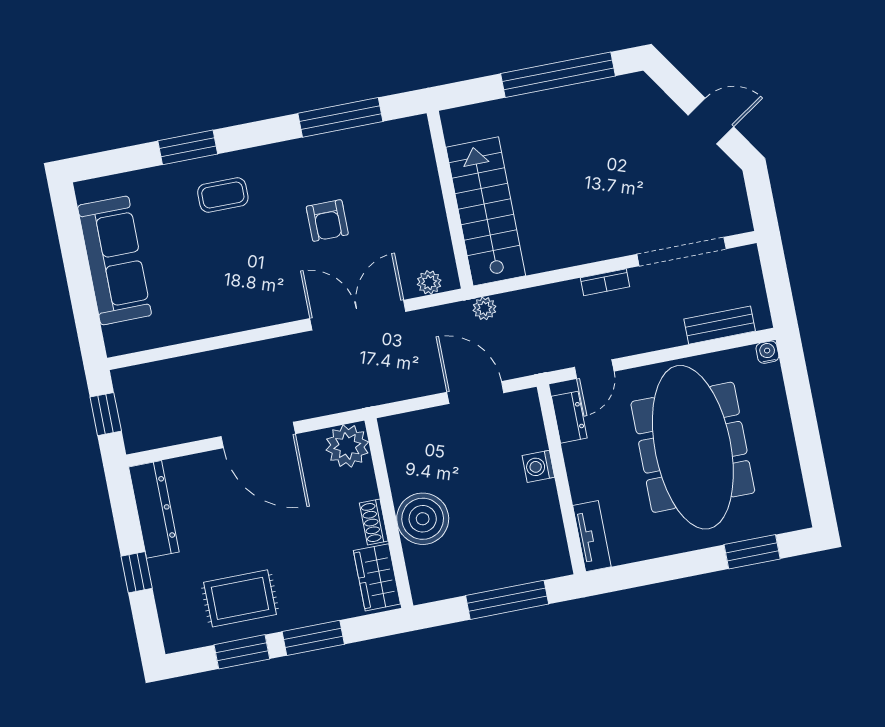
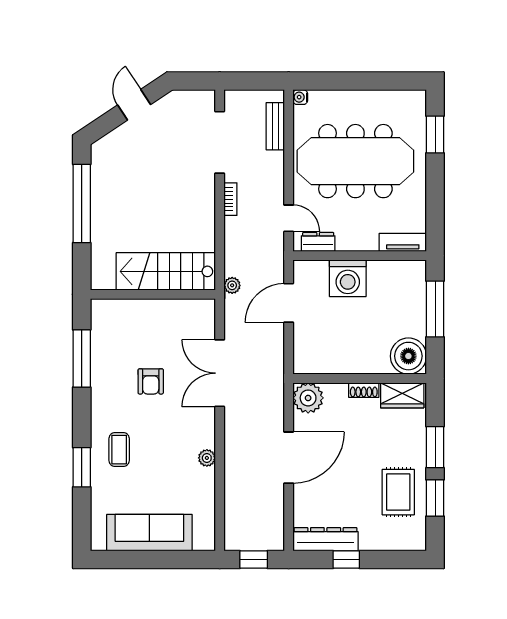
armchair: (327, 221) -> (151, 381), turned 90
plant: (429, 282) -> (207, 458), moved
washing machine: (538, 466) -> (348, 278), width x1.89, depth x1.89
boiler: (423, 519) -> (408, 356), moved
window: (137, 572) -> (346, 559), moved

